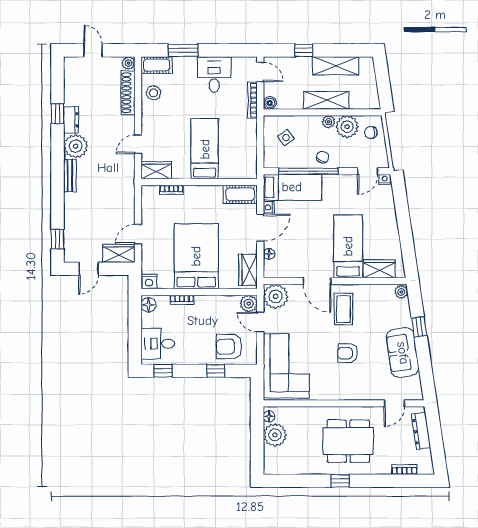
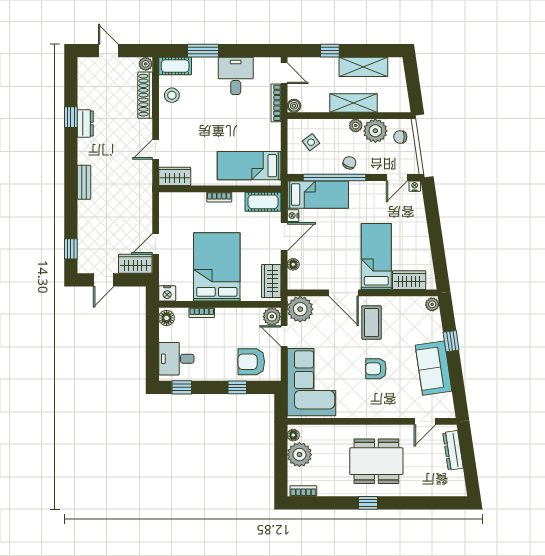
plant: (76, 146) -> (90, 151), removed
bed: (205, 149) -> (249, 166), moved, turned -90
bookcase: (171, 190) -> (219, 197), moved
bookcase: (404, 470) -> (303, 491), moved

